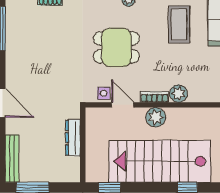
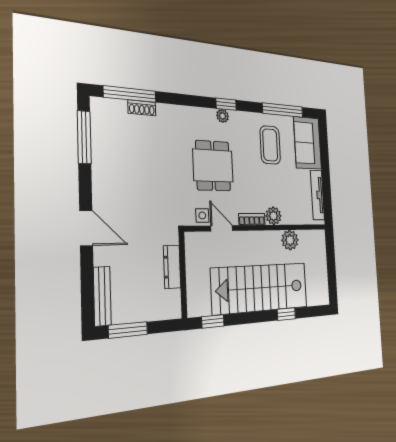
dining table: (116, 47) -> (213, 166), turned 90
plant: (156, 117) -> (290, 240), moved

